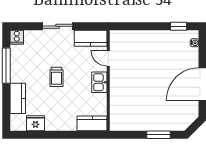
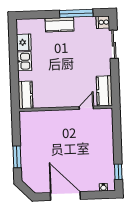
sliding door: (58, 26) -> (114, 44), moved
trolley: (57, 77) -> (67, 60), removed
kitchen sink: (99, 82) -> (24, 61), moved, turned 90
kitchen counter: (18, 98) -> (60, 25), moved

